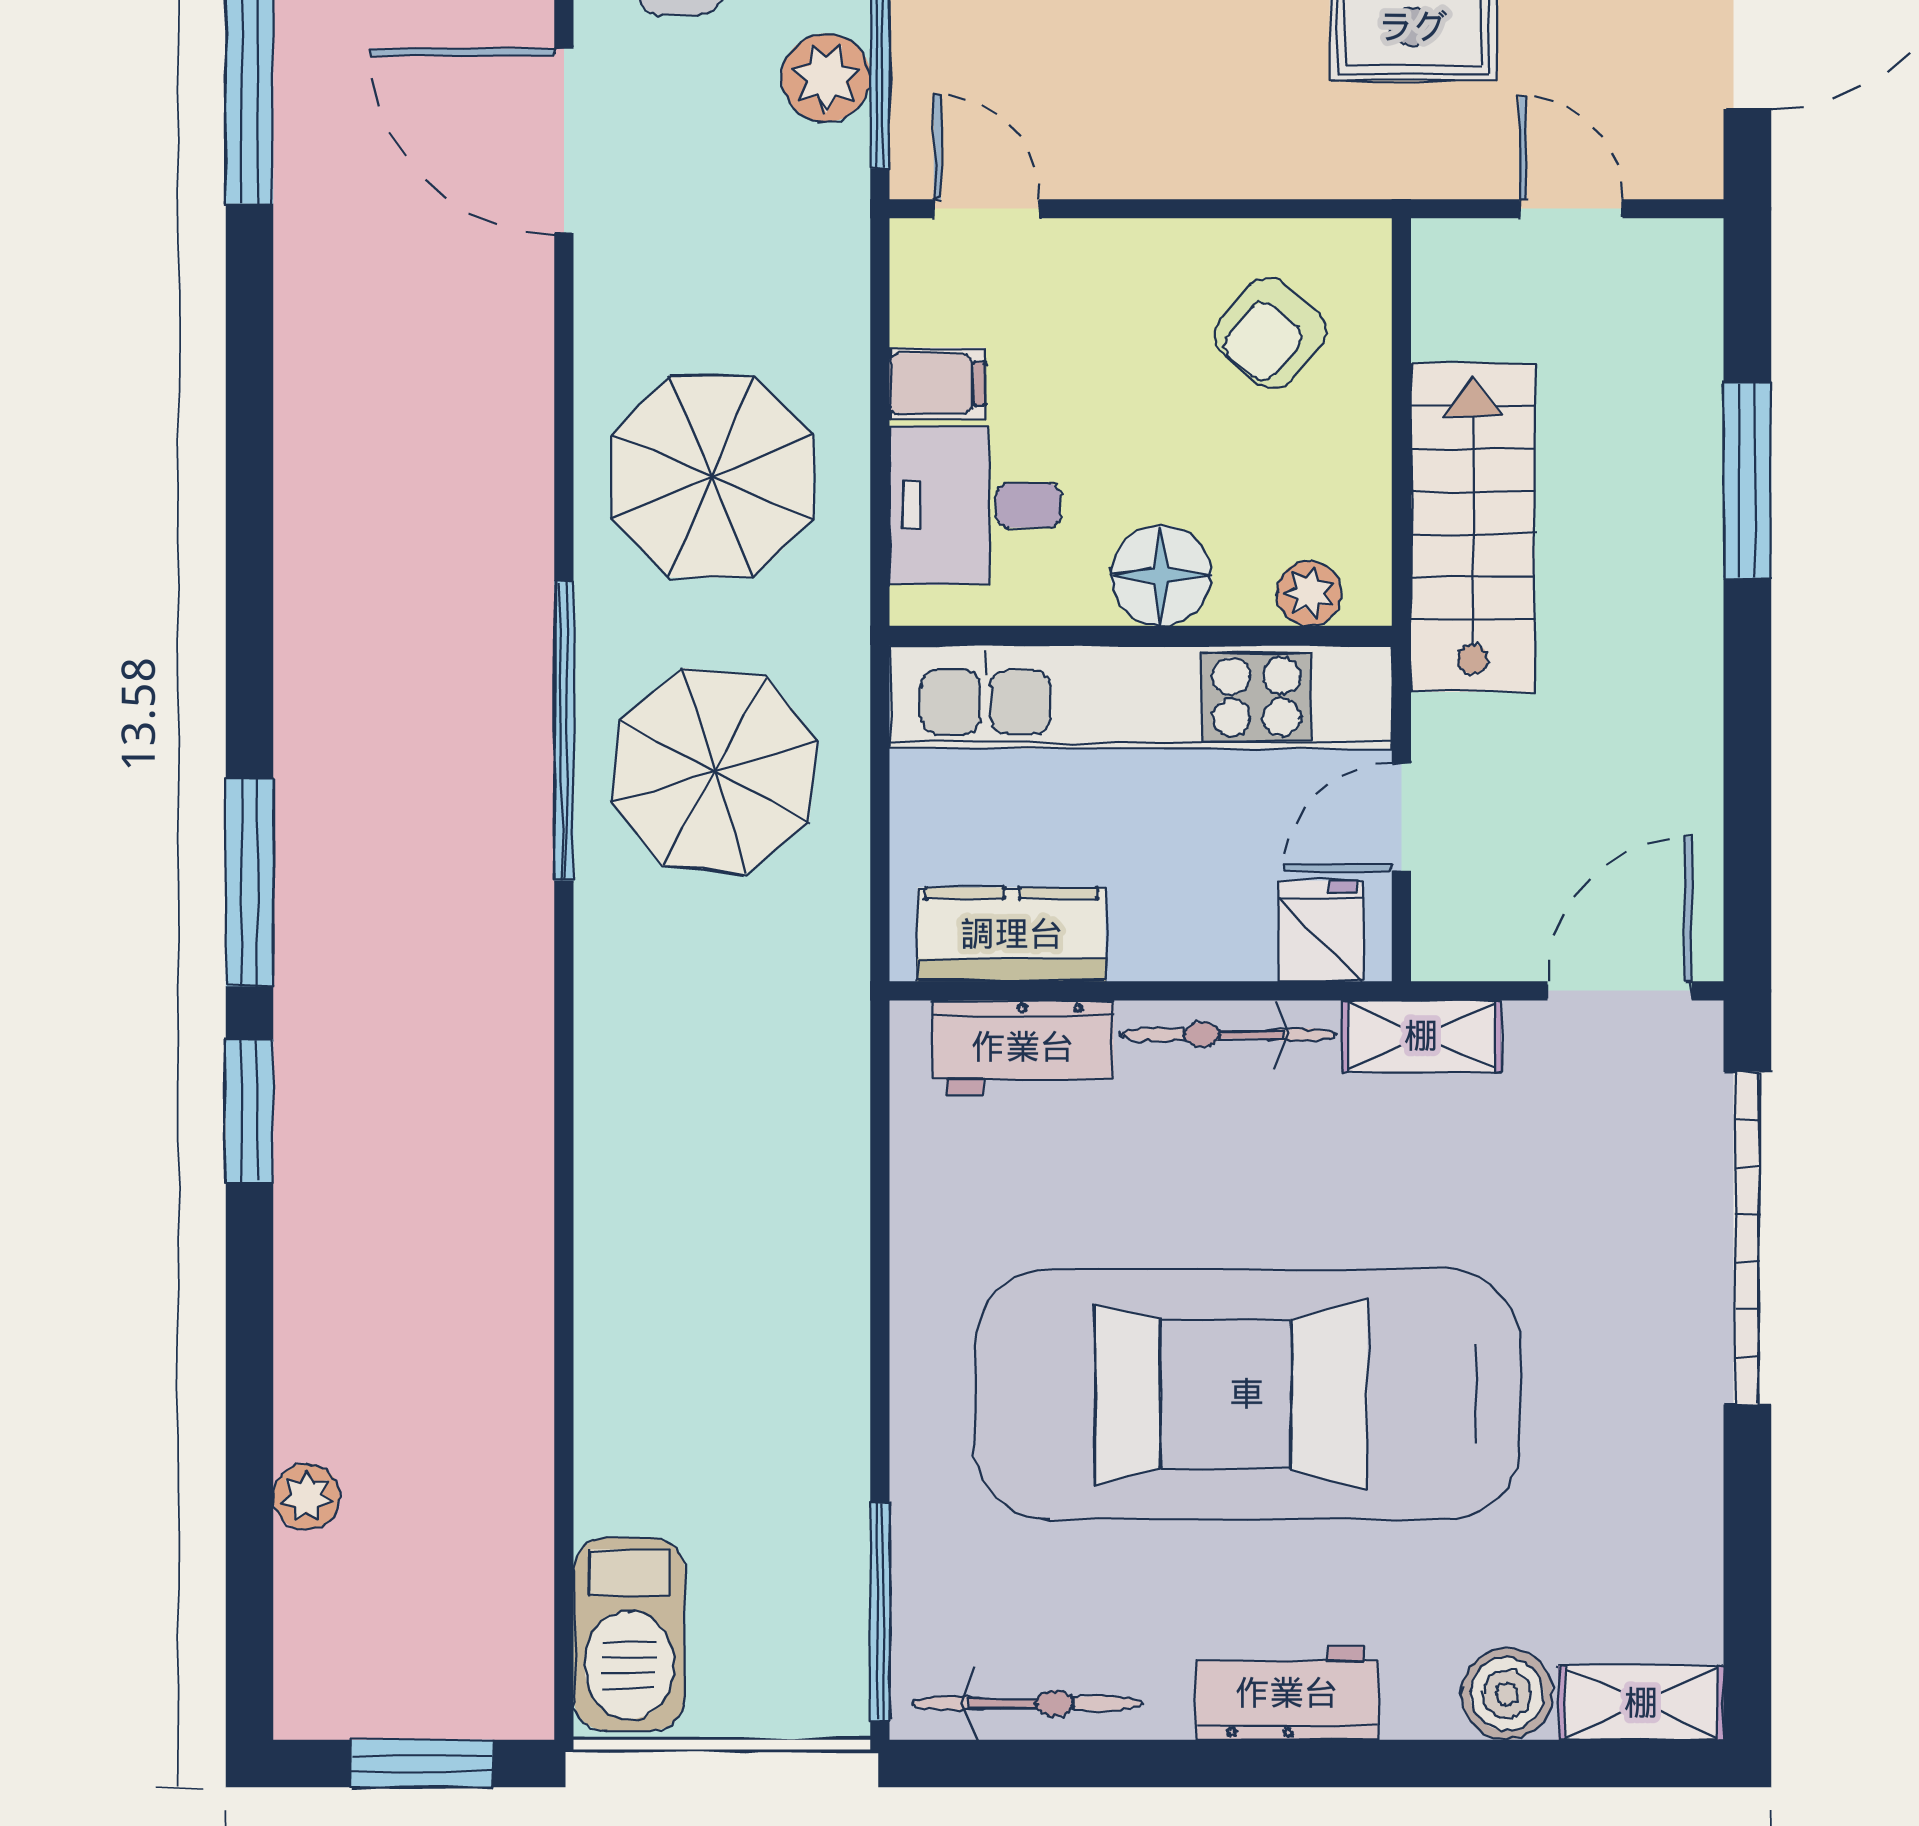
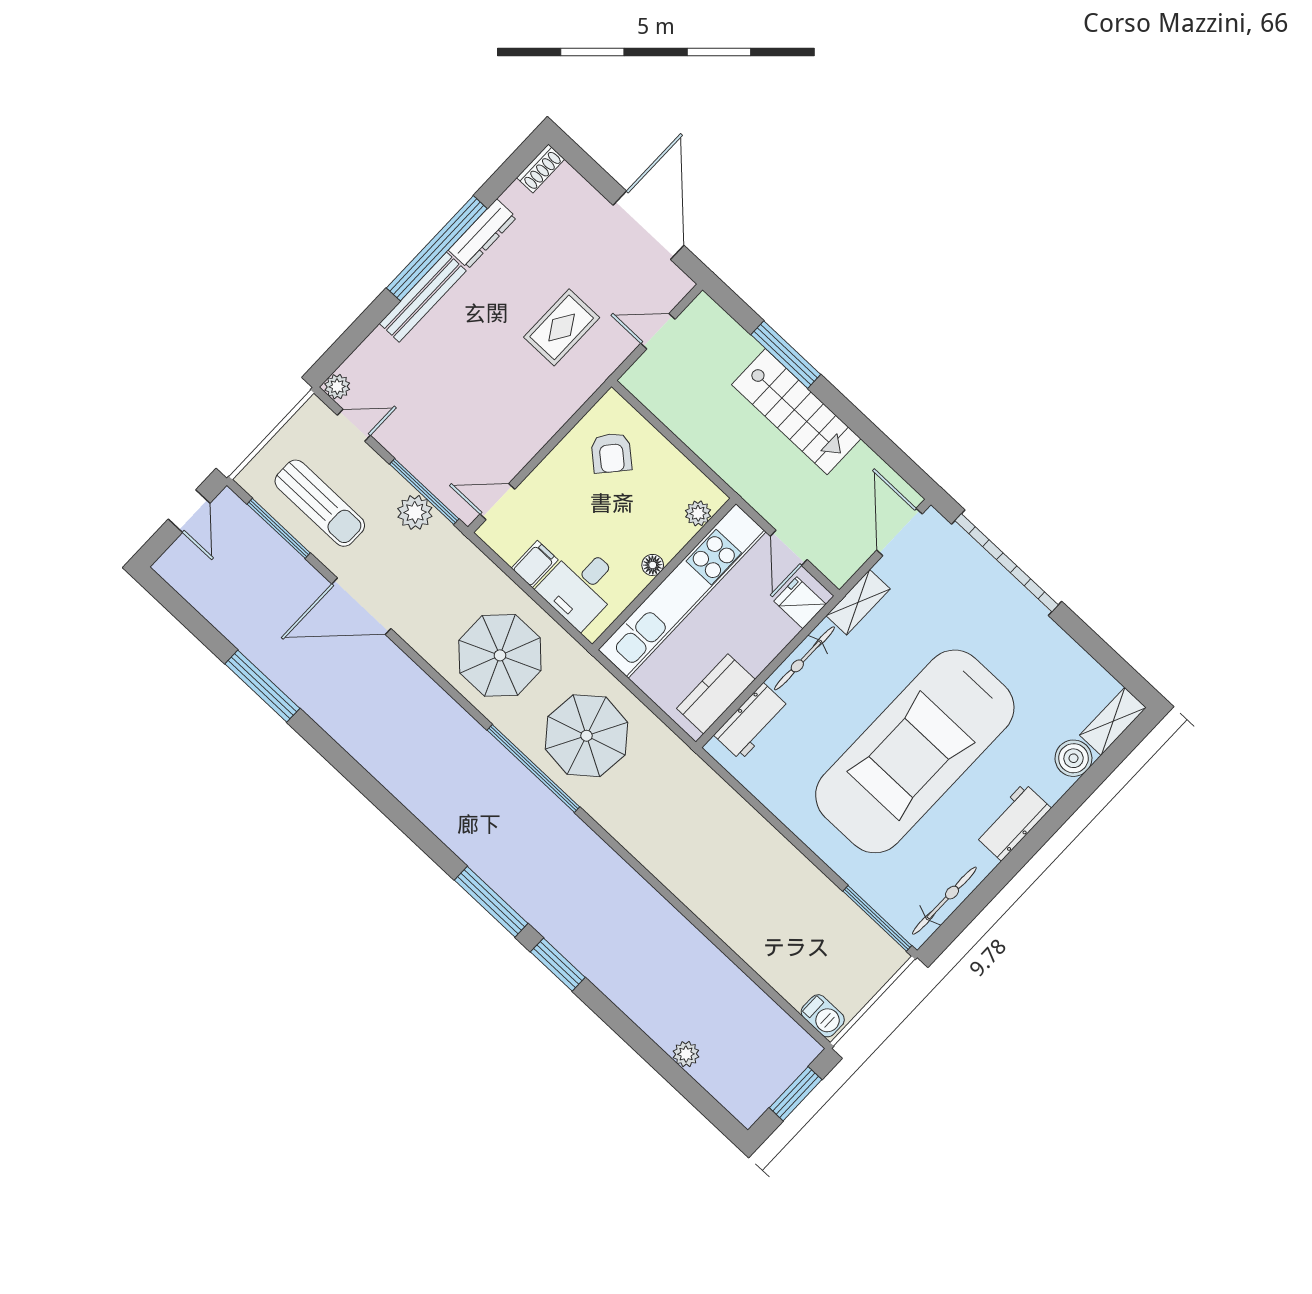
stairs: (1473, 528) -> (796, 412), moved, turned 180
floor lamp: (1161, 575) -> (653, 565), width x0.53, depth x0.53
barbecue: (629, 1634) -> (823, 1016), width x0.53, depth x0.65

